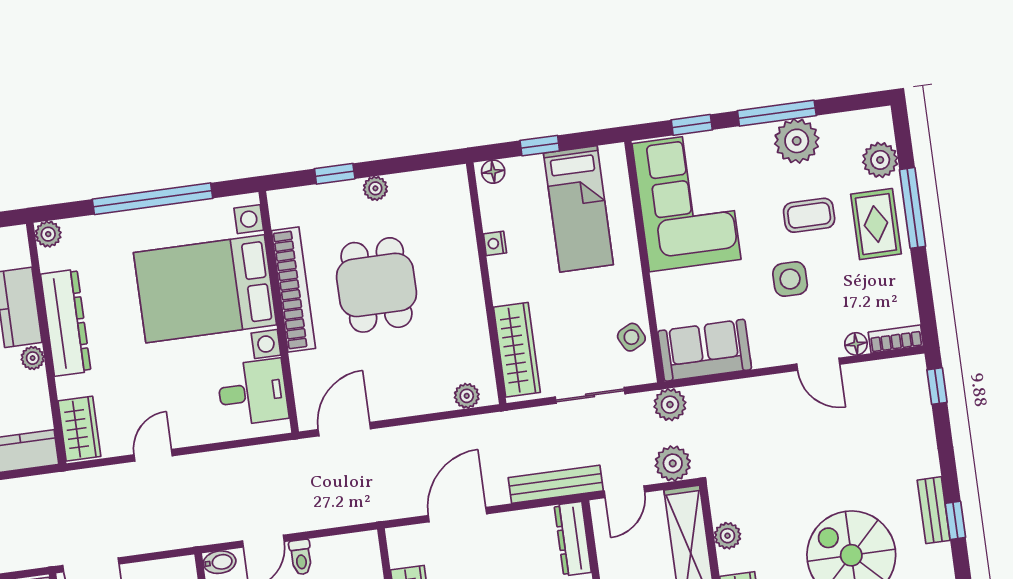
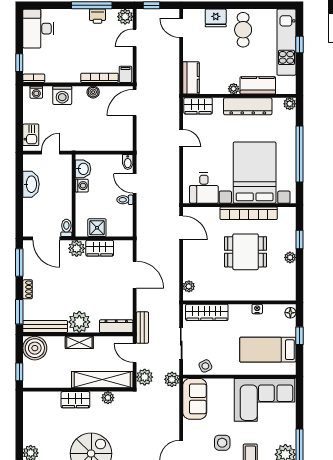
window: (692, 125) -> (299, 407), removed
bench: (556, 484) -> (142, 328), width x0.73

